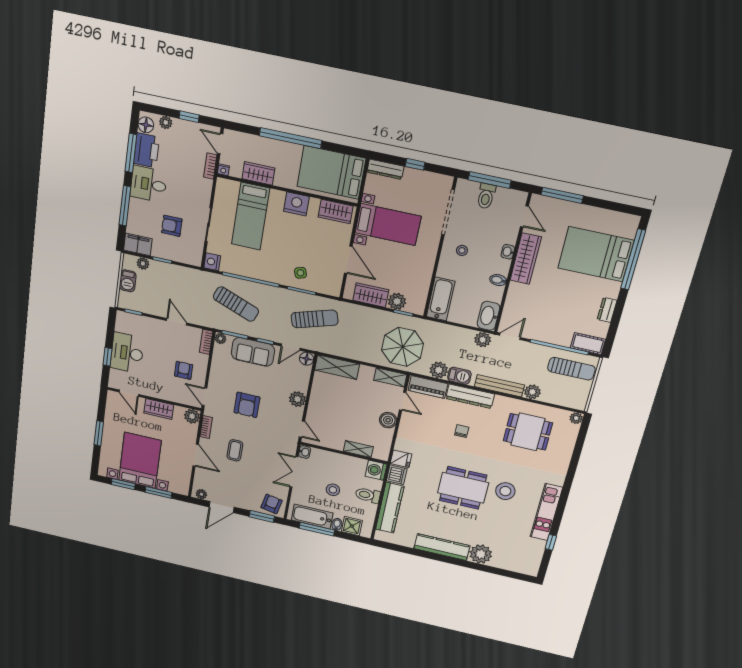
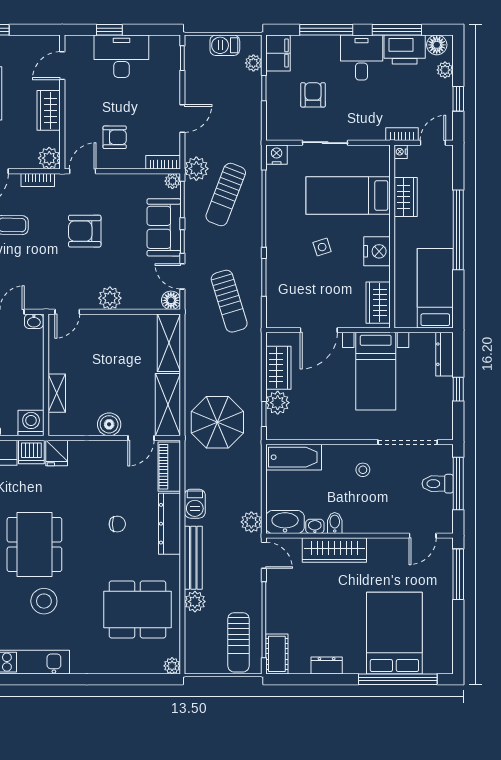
bed: (331, 172) -> (435, 288), width x0.67
washbasin: (508, 252) -> (315, 526), moved
wardrobe: (526, 259) -> (334, 550), moved
side table: (300, 273) -> (322, 247), moved
plant: (439, 370) -> (196, 169), moved
shelving: (390, 377) -> (168, 405), width x1.50, depth x1.33
dining table: (528, 432) -> (137, 609), width x1.38

